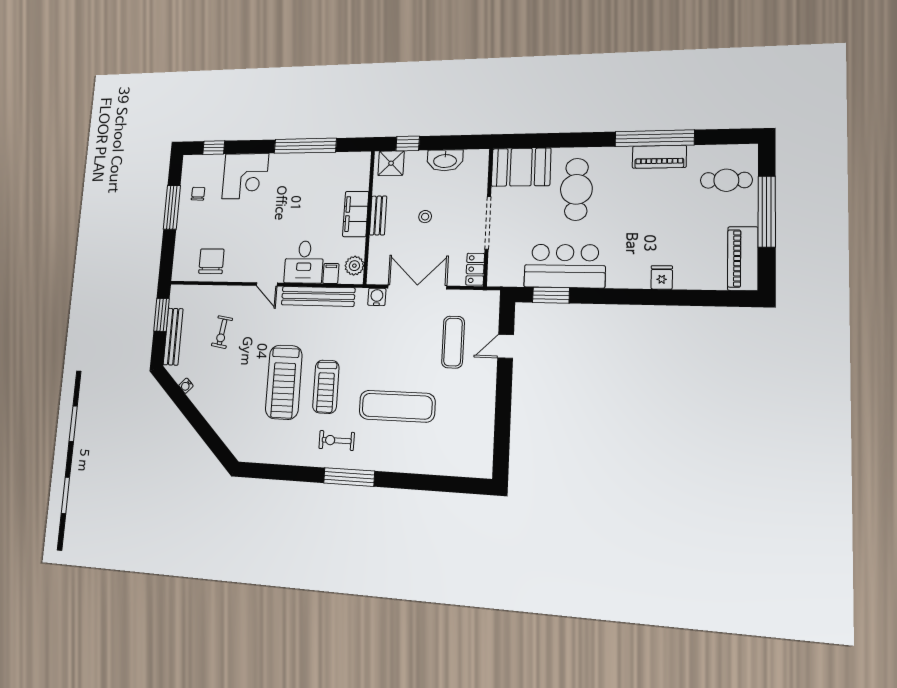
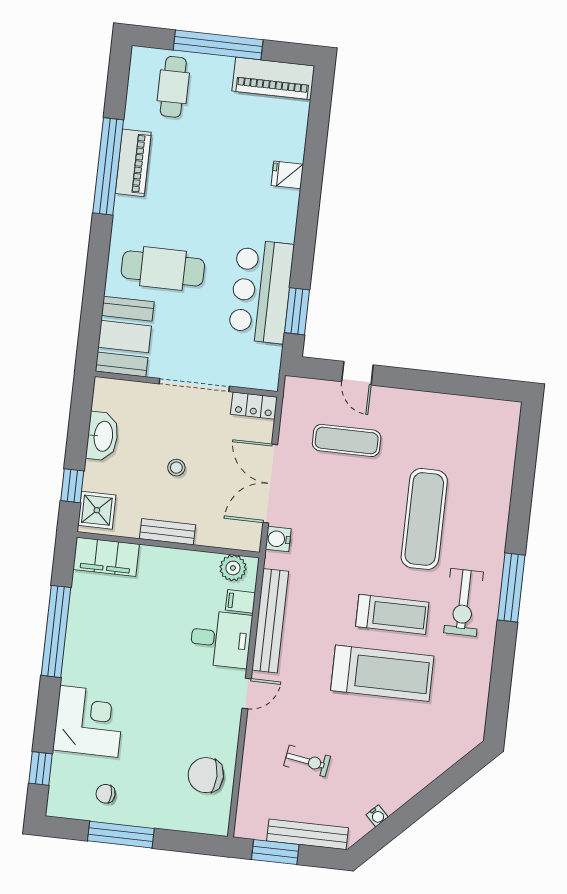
filing cabinet: (356, 214) -> (106, 557), moved
exercise bike: (337, 440) -> (463, 602), width x1.38, depth x1.39

